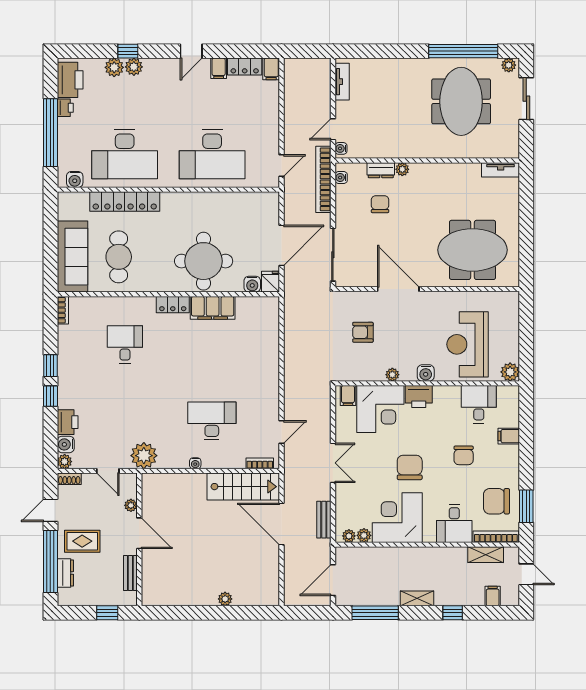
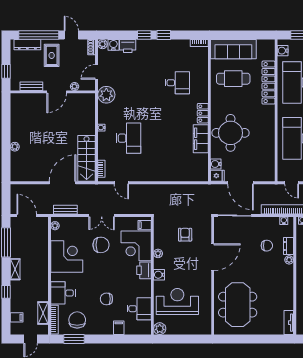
chair: (410, 467) -> (101, 245), moved
plant: (364, 535) -> (55, 235), removed
dresser: (65, 573) -> (27, 45), width x1.44

